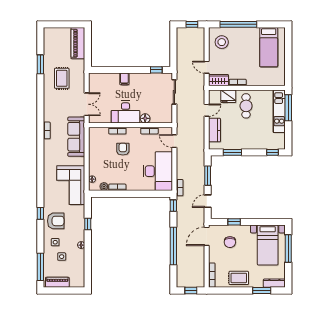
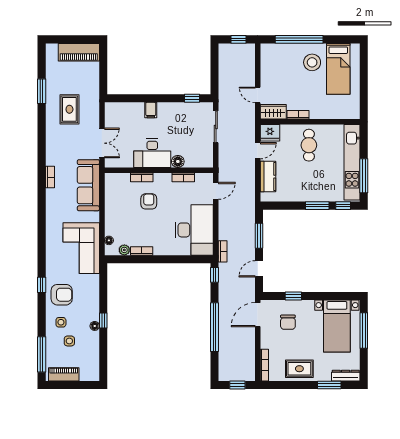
stool: (222, 42) -> (312, 62), moved
piano: (78, 43) -> (79, 52), moved, turned -90
fridge: (228, 96) -> (270, 133), moved
window: (288, 108) -> (364, 176), moved
kitchen unit: (279, 111) -> (352, 162), width x1.36
door: (174, 141) -> (216, 191), swing flipped
window: (232, 152) -> (317, 206), moved
window: (88, 224) -> (103, 320), moved

